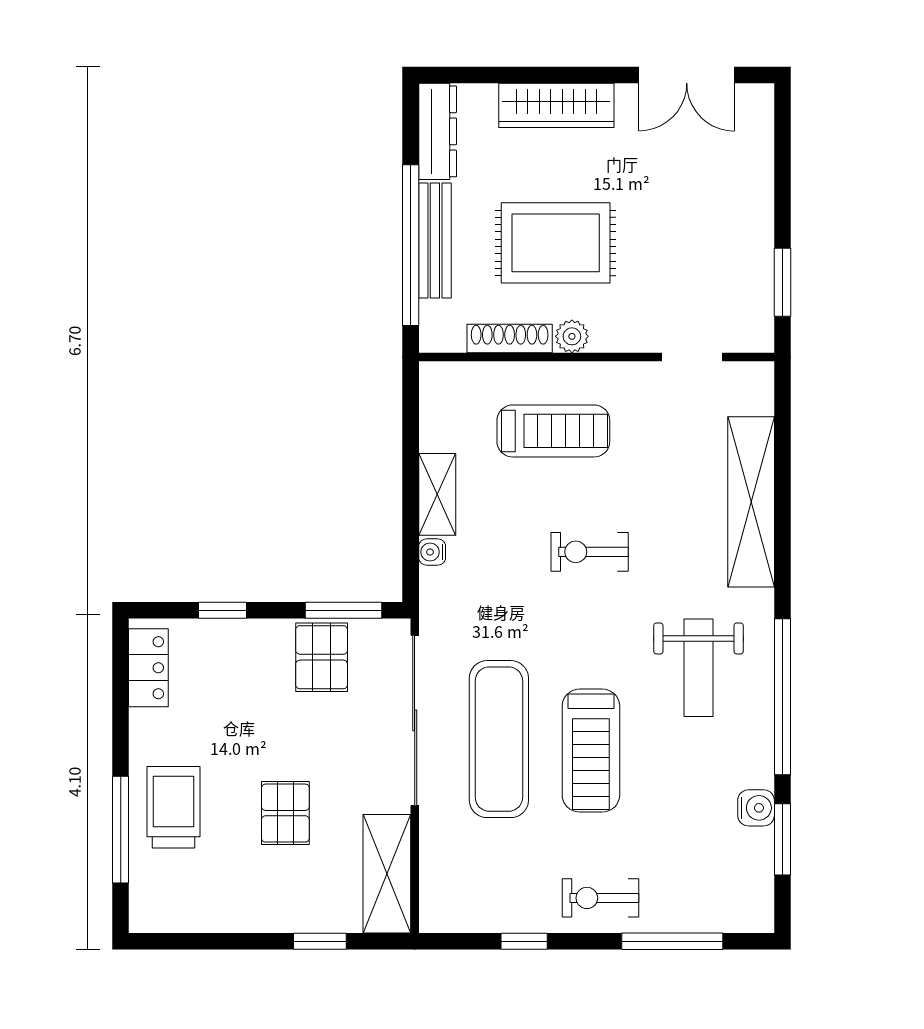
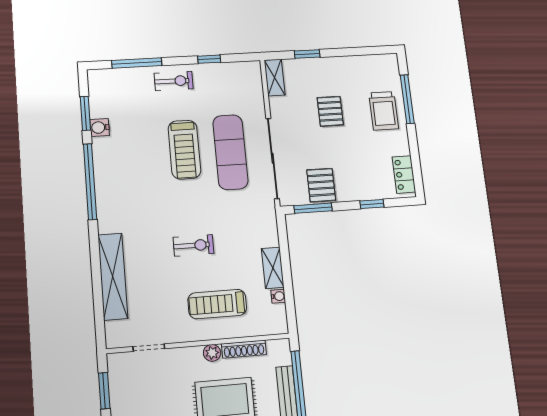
water cooler: (432, 552) -> (278, 296), moved
weight bench: (699, 668) -> (134, 193), removed
treadmill: (591, 751) -> (184, 150), turned 180
shelving: (387, 874) -> (275, 77), width x0.67, depth x0.75

